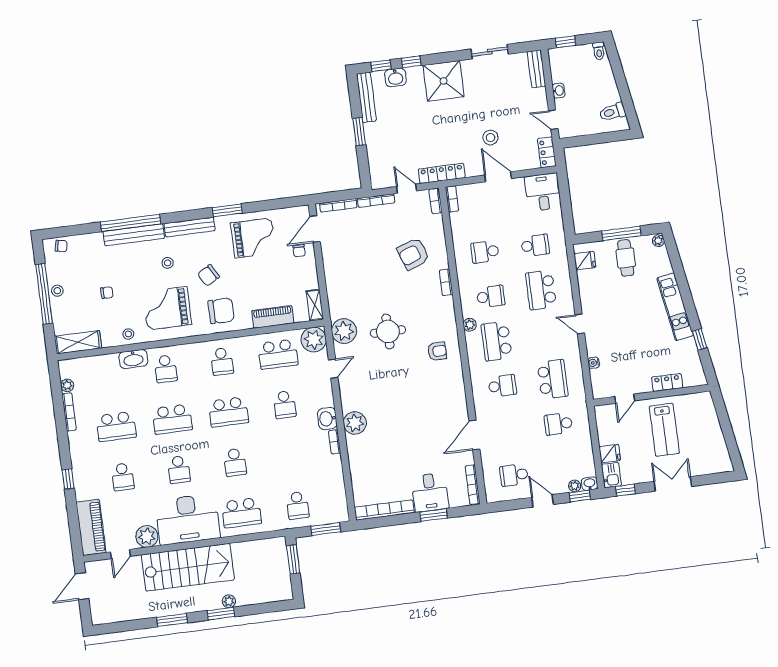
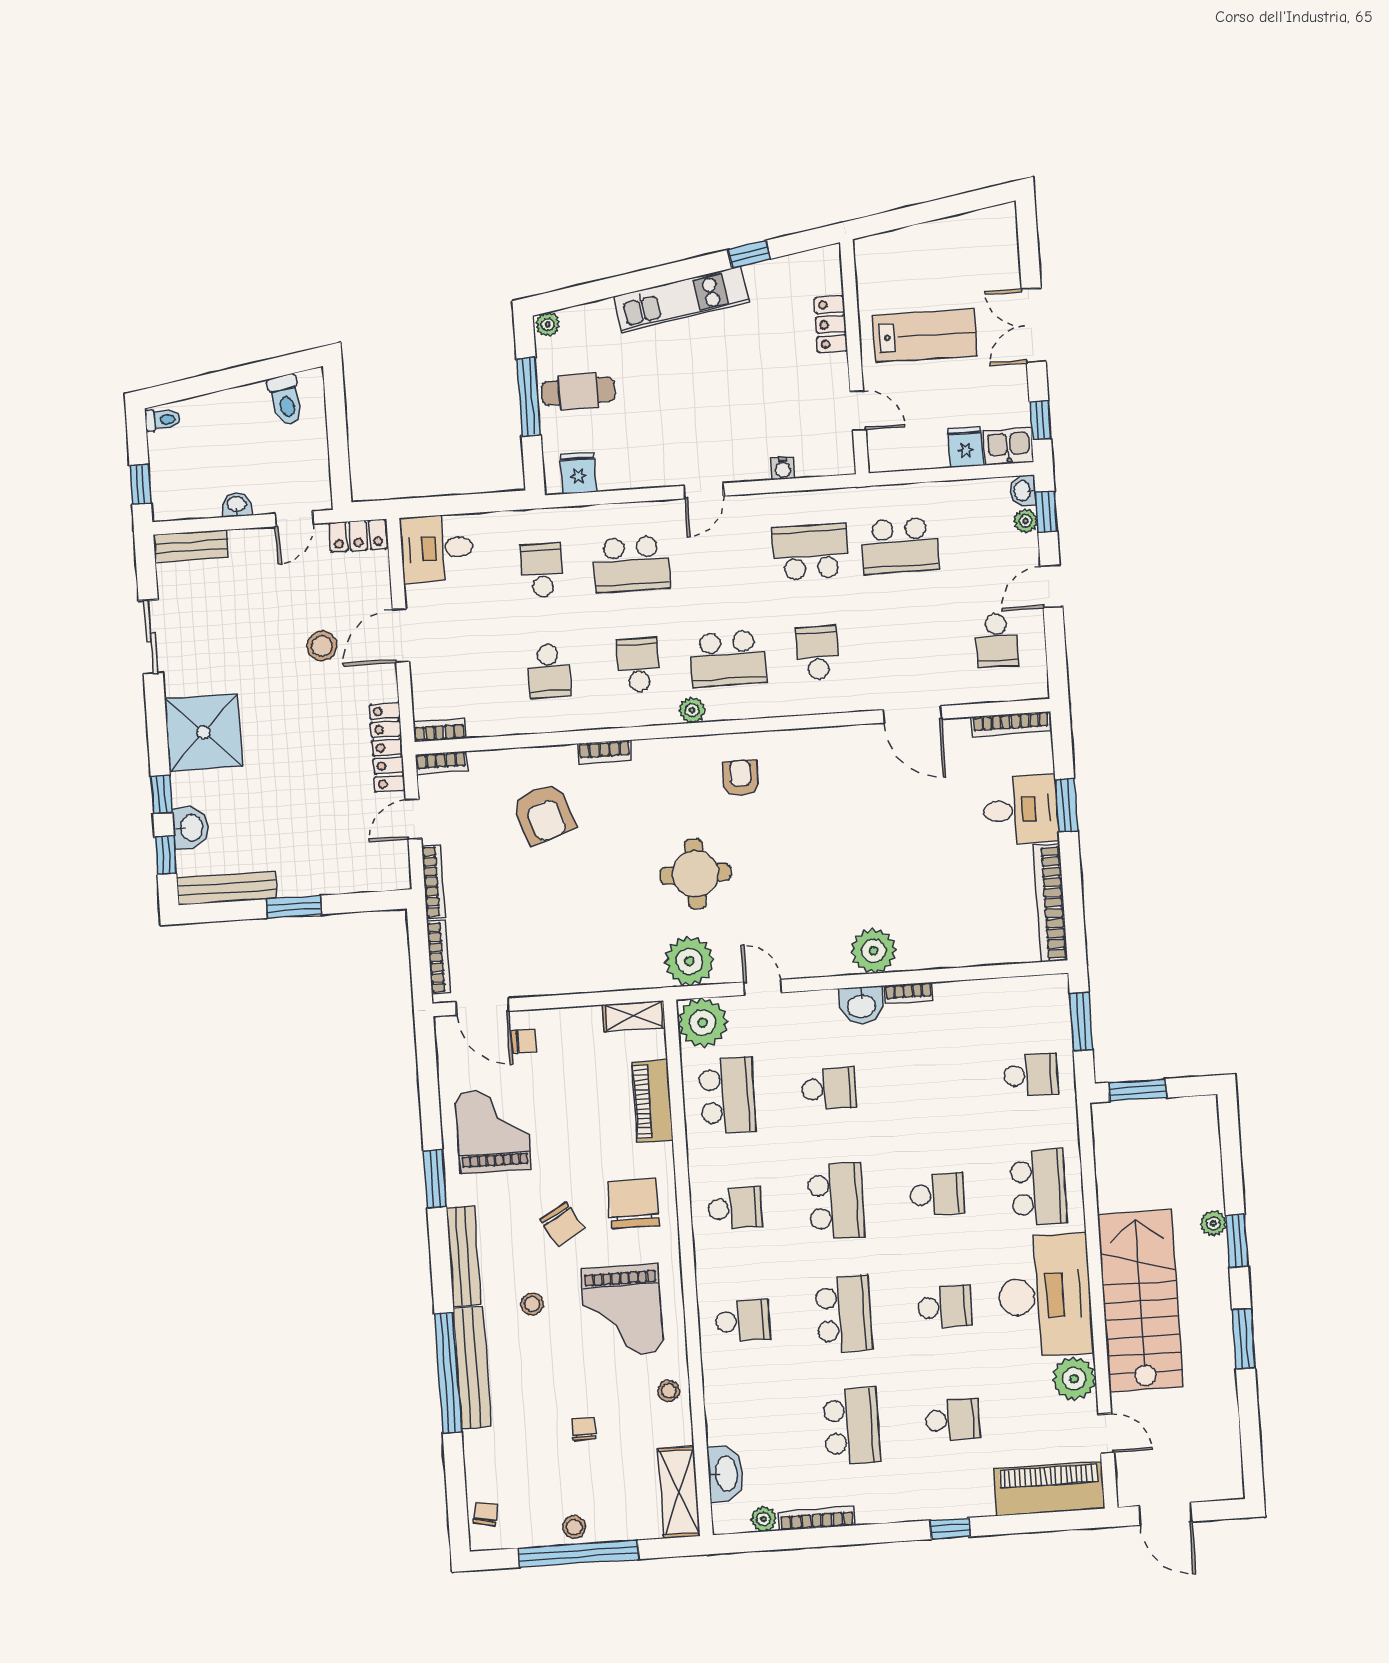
washbasin: (133, 359) -> (725, 1474), moved
school desk: (558, 424) -> (900, 546), width x1.85

